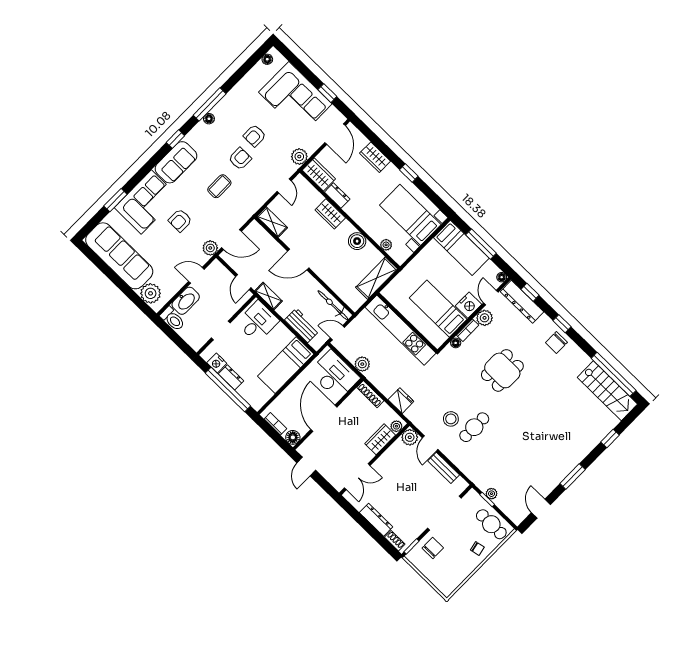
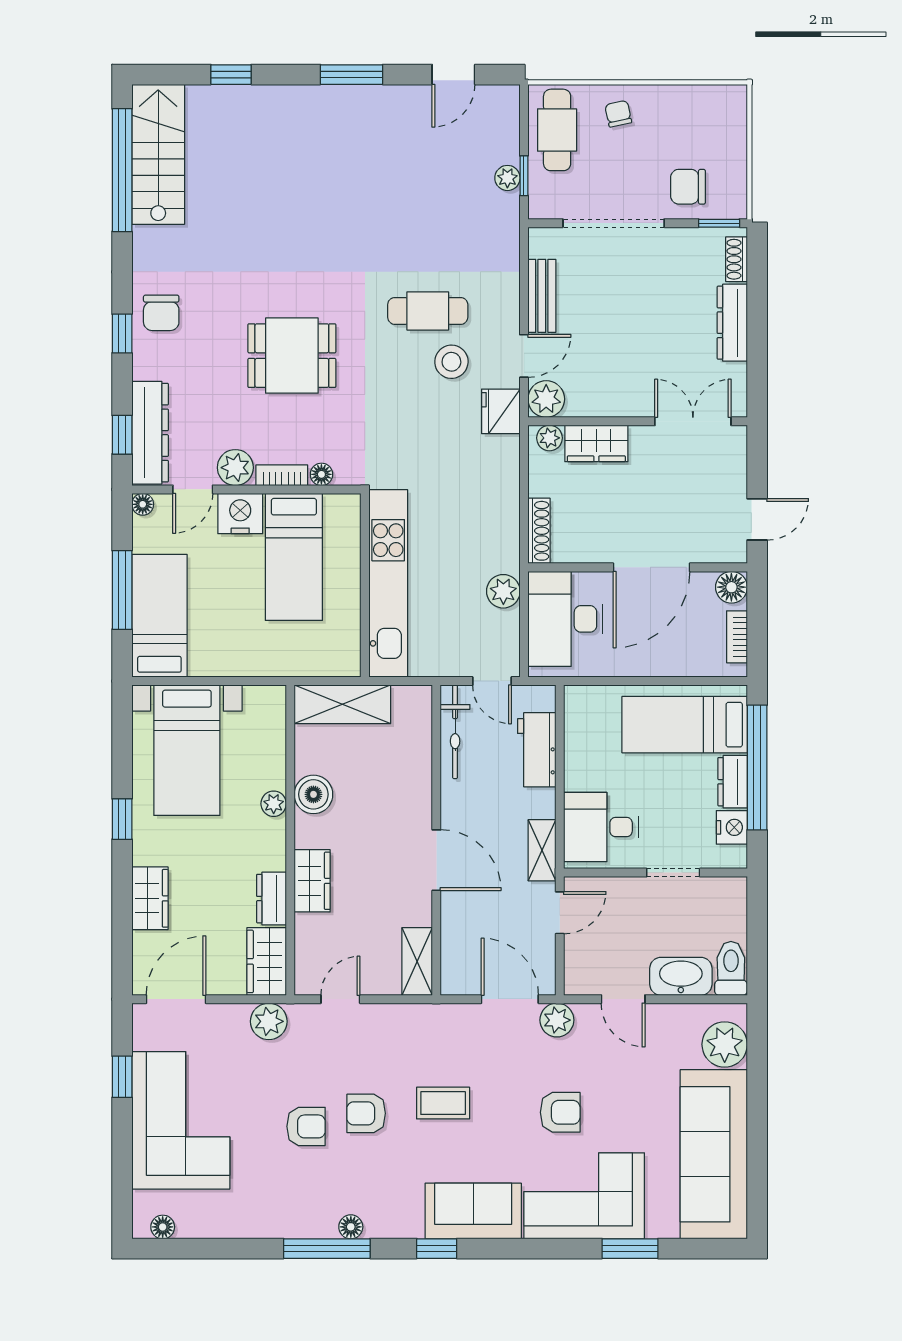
plant: (386, 245) -> (274, 804), moved
chair: (556, 342) -> (161, 313), turned 90
bed: (286, 365) -> (685, 725), moved, turned 180
fridge: (401, 401) -> (501, 411), moved

